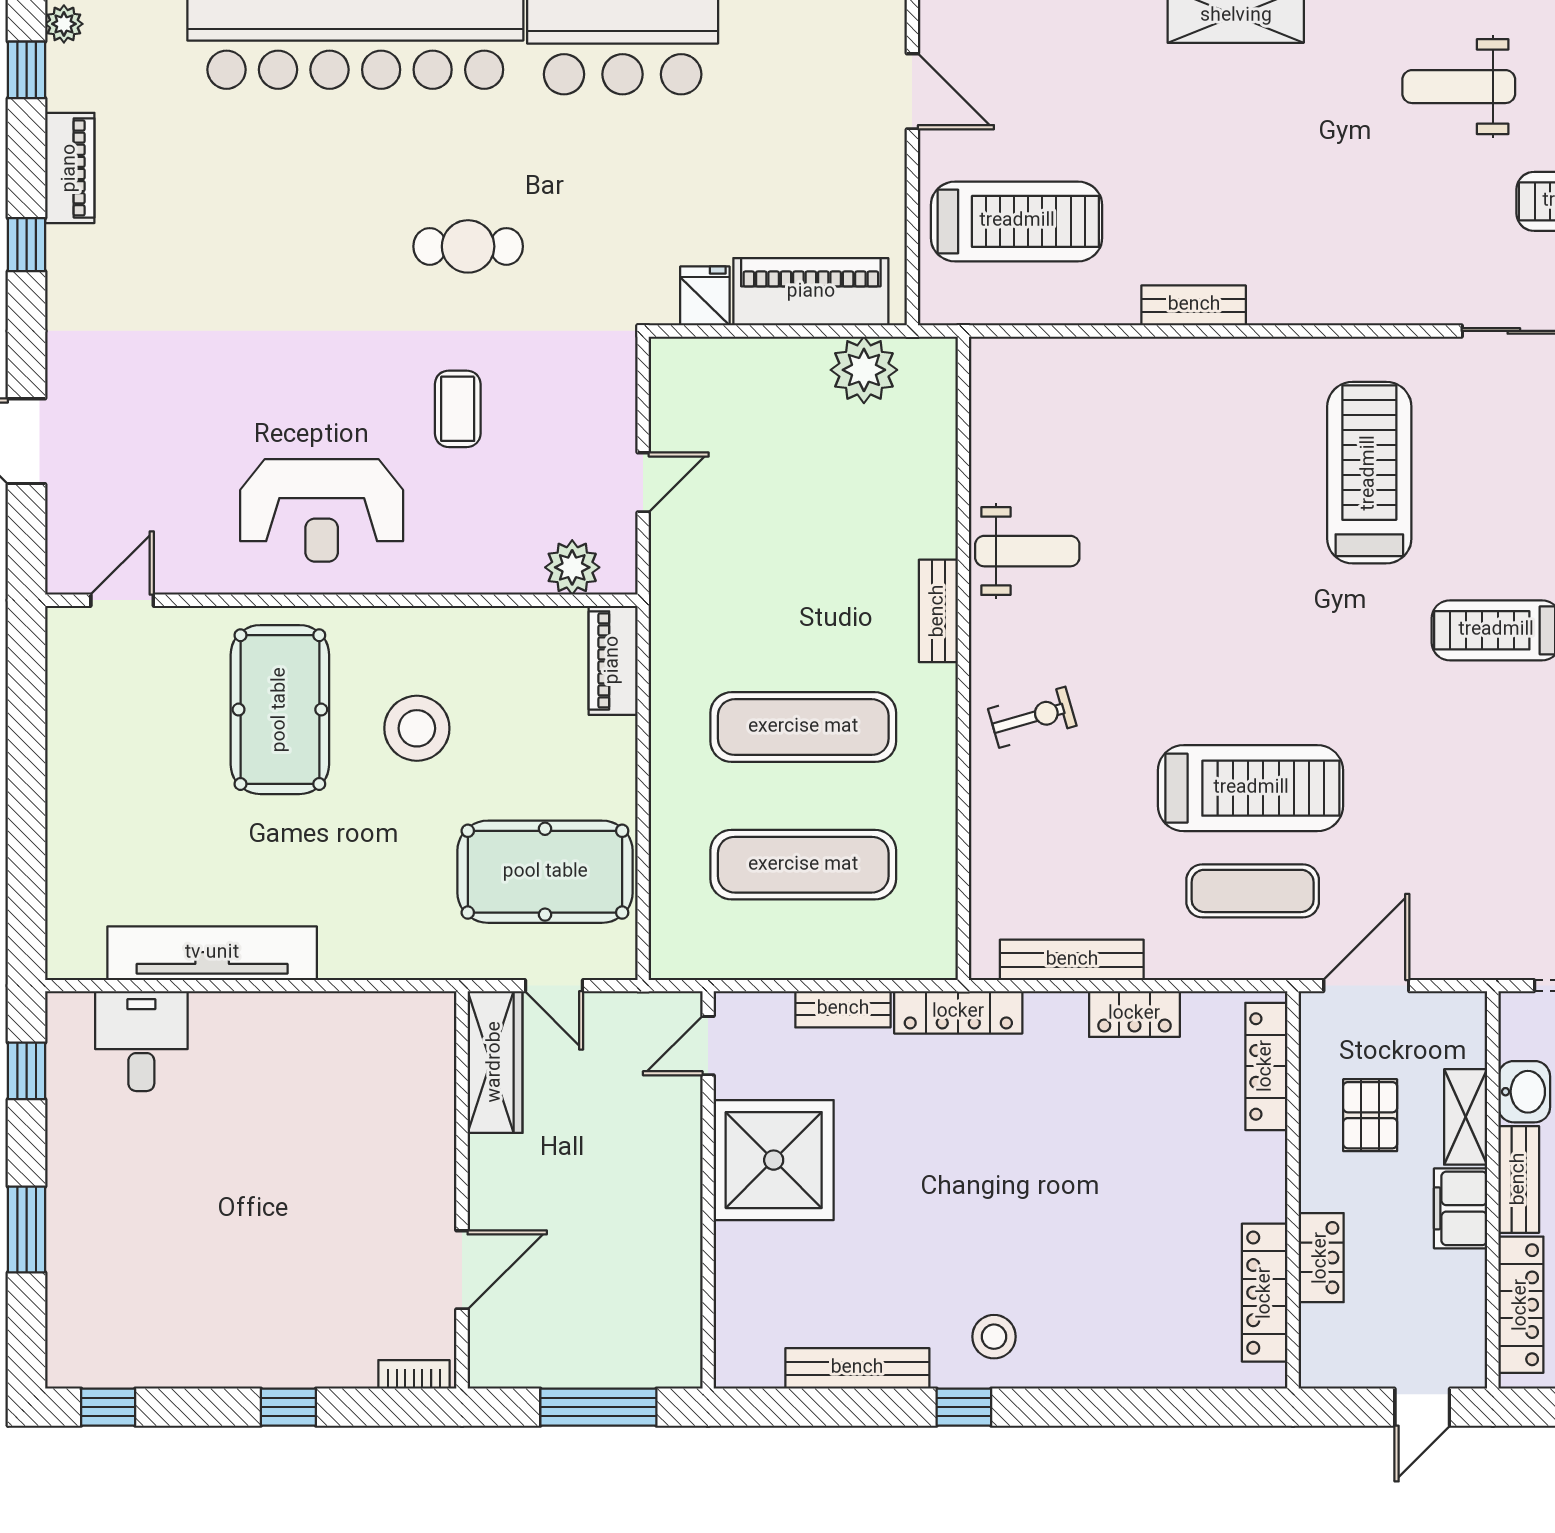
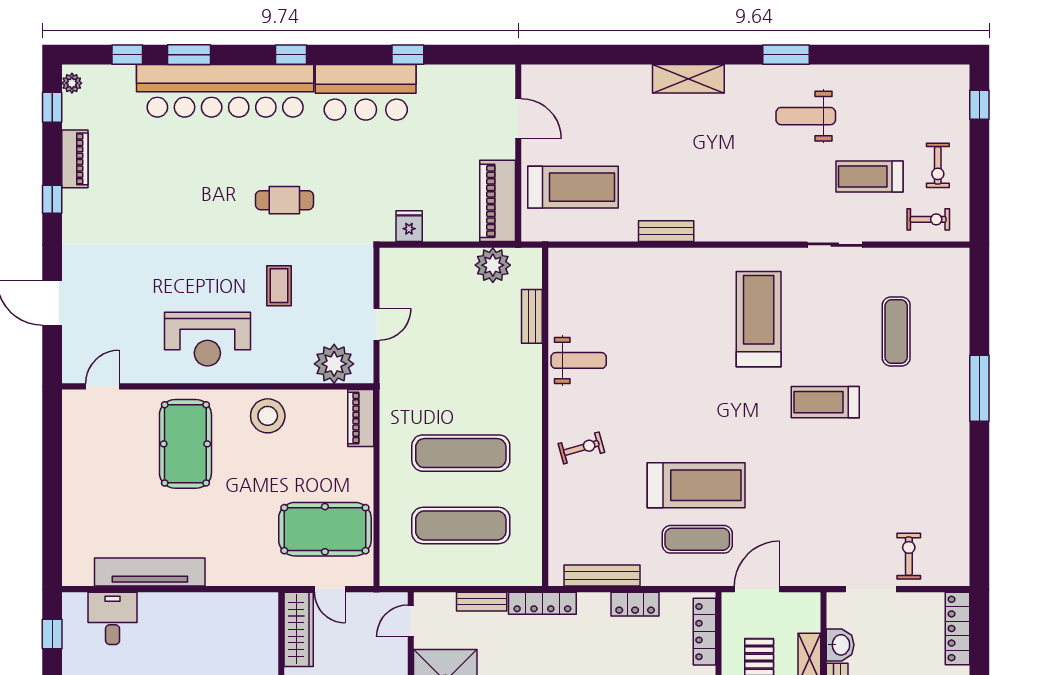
piano: (811, 292) -> (498, 201), moved, turned -90
plant: (572, 567) -> (334, 364), width x1.36, depth x1.36
bench: (938, 611) -> (532, 316), moved
stool: (417, 728) -> (268, 416), moved

